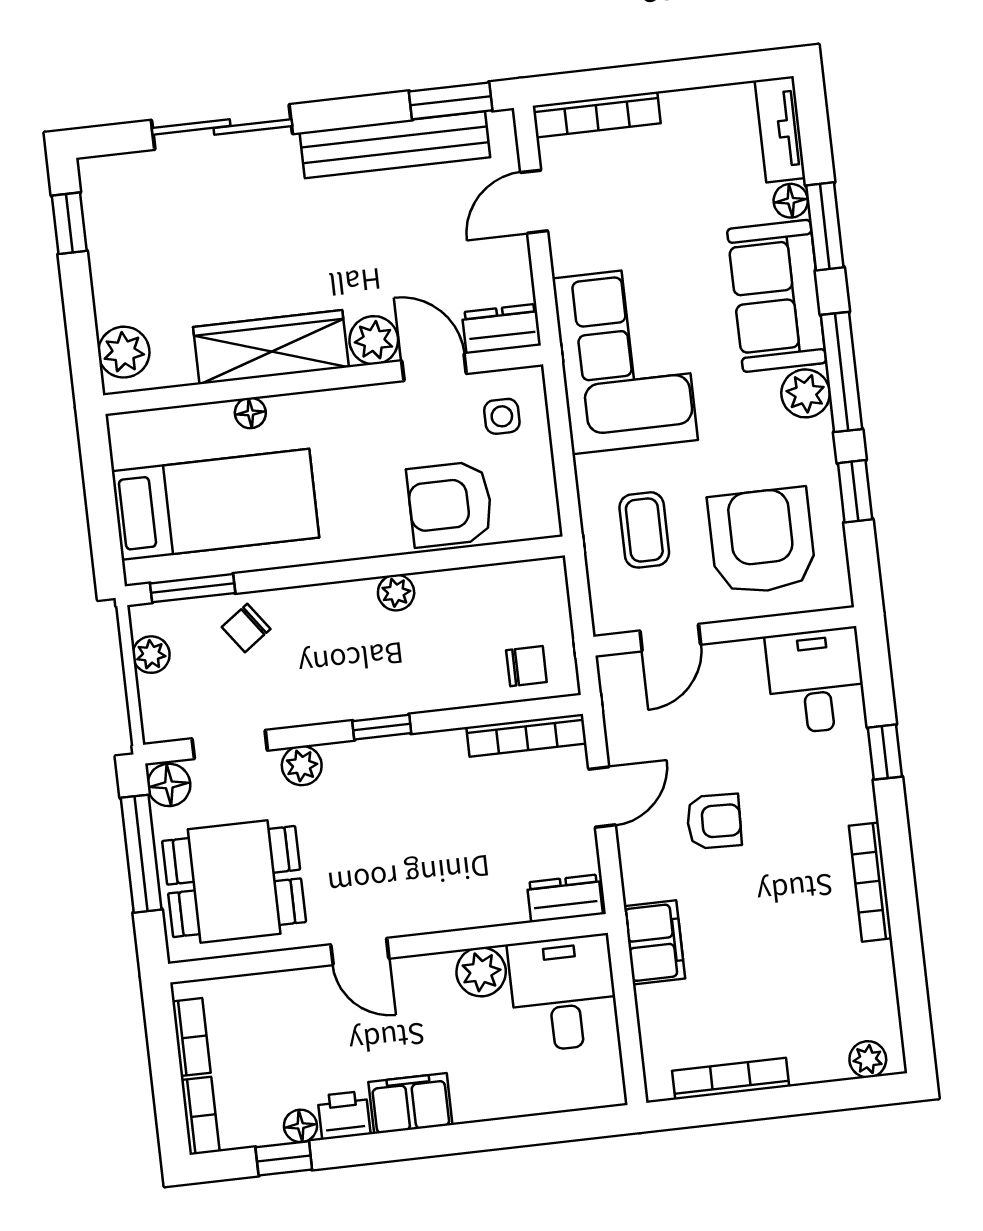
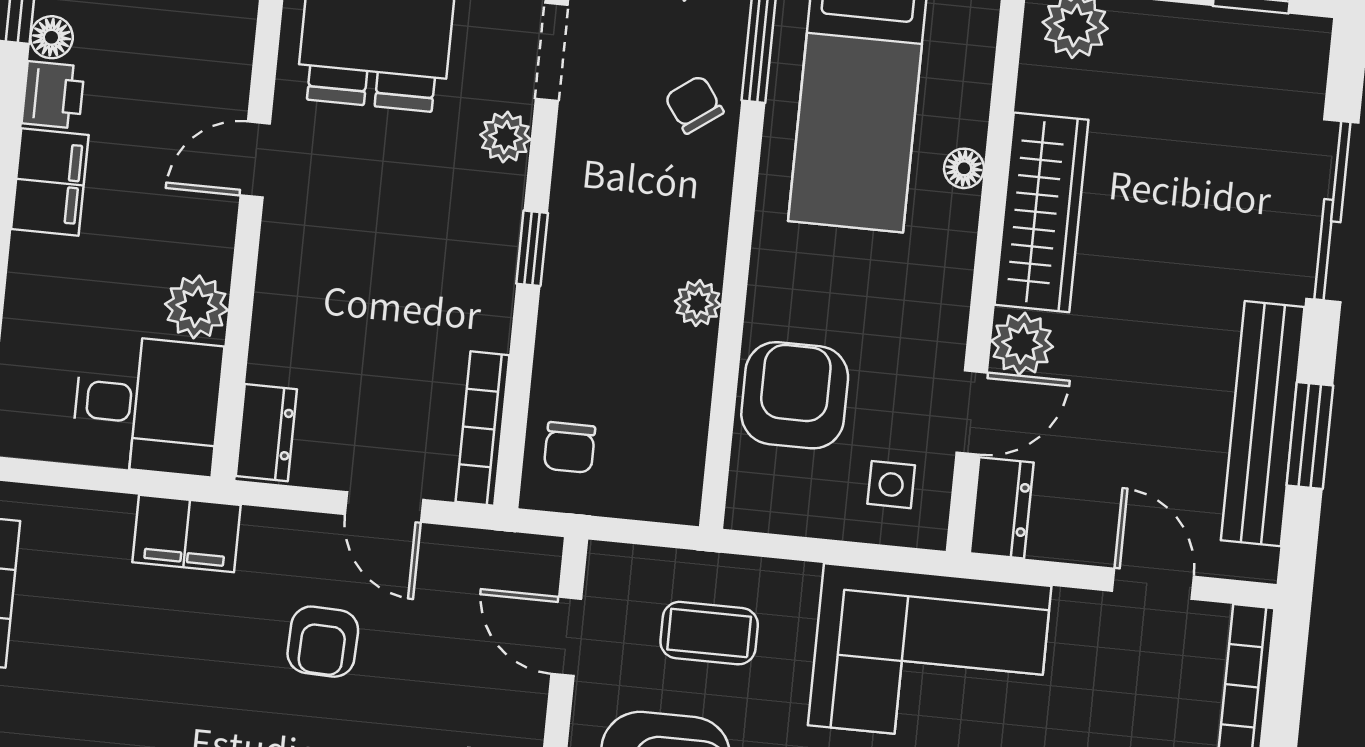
window: (451, 101) -> (1310, 435), moved

